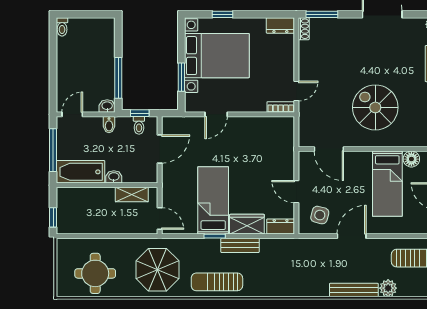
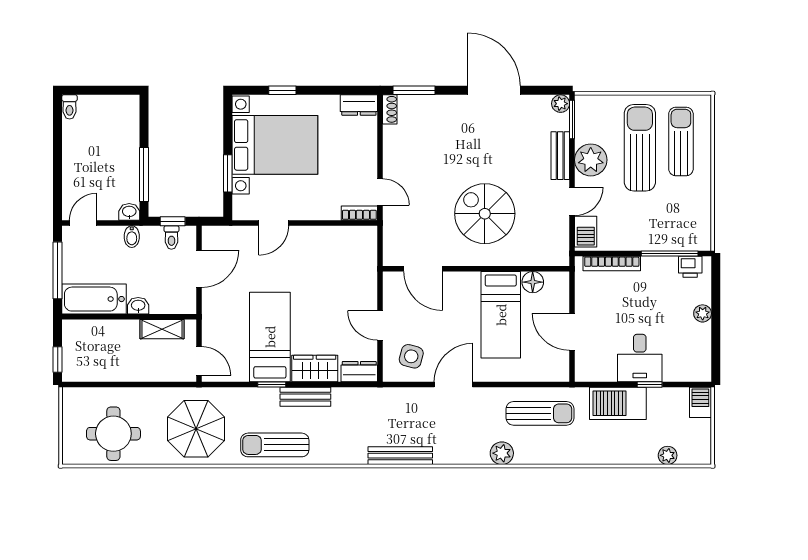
door: (296, 91) -> (380, 192), hinge flipped
bench: (354, 290) -> (400, 456), moved

